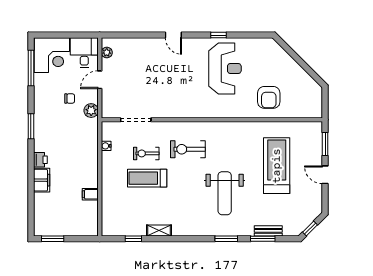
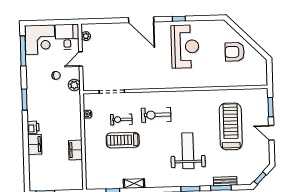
door: (173, 35) -> (141, 20), width x1.87
armchair: (269, 97) -> (235, 52), moved, turned 90
weight bench: (225, 193) -> (188, 151), turned 180
filing cabinet: (90, 194) -> (75, 150), width x2.00

